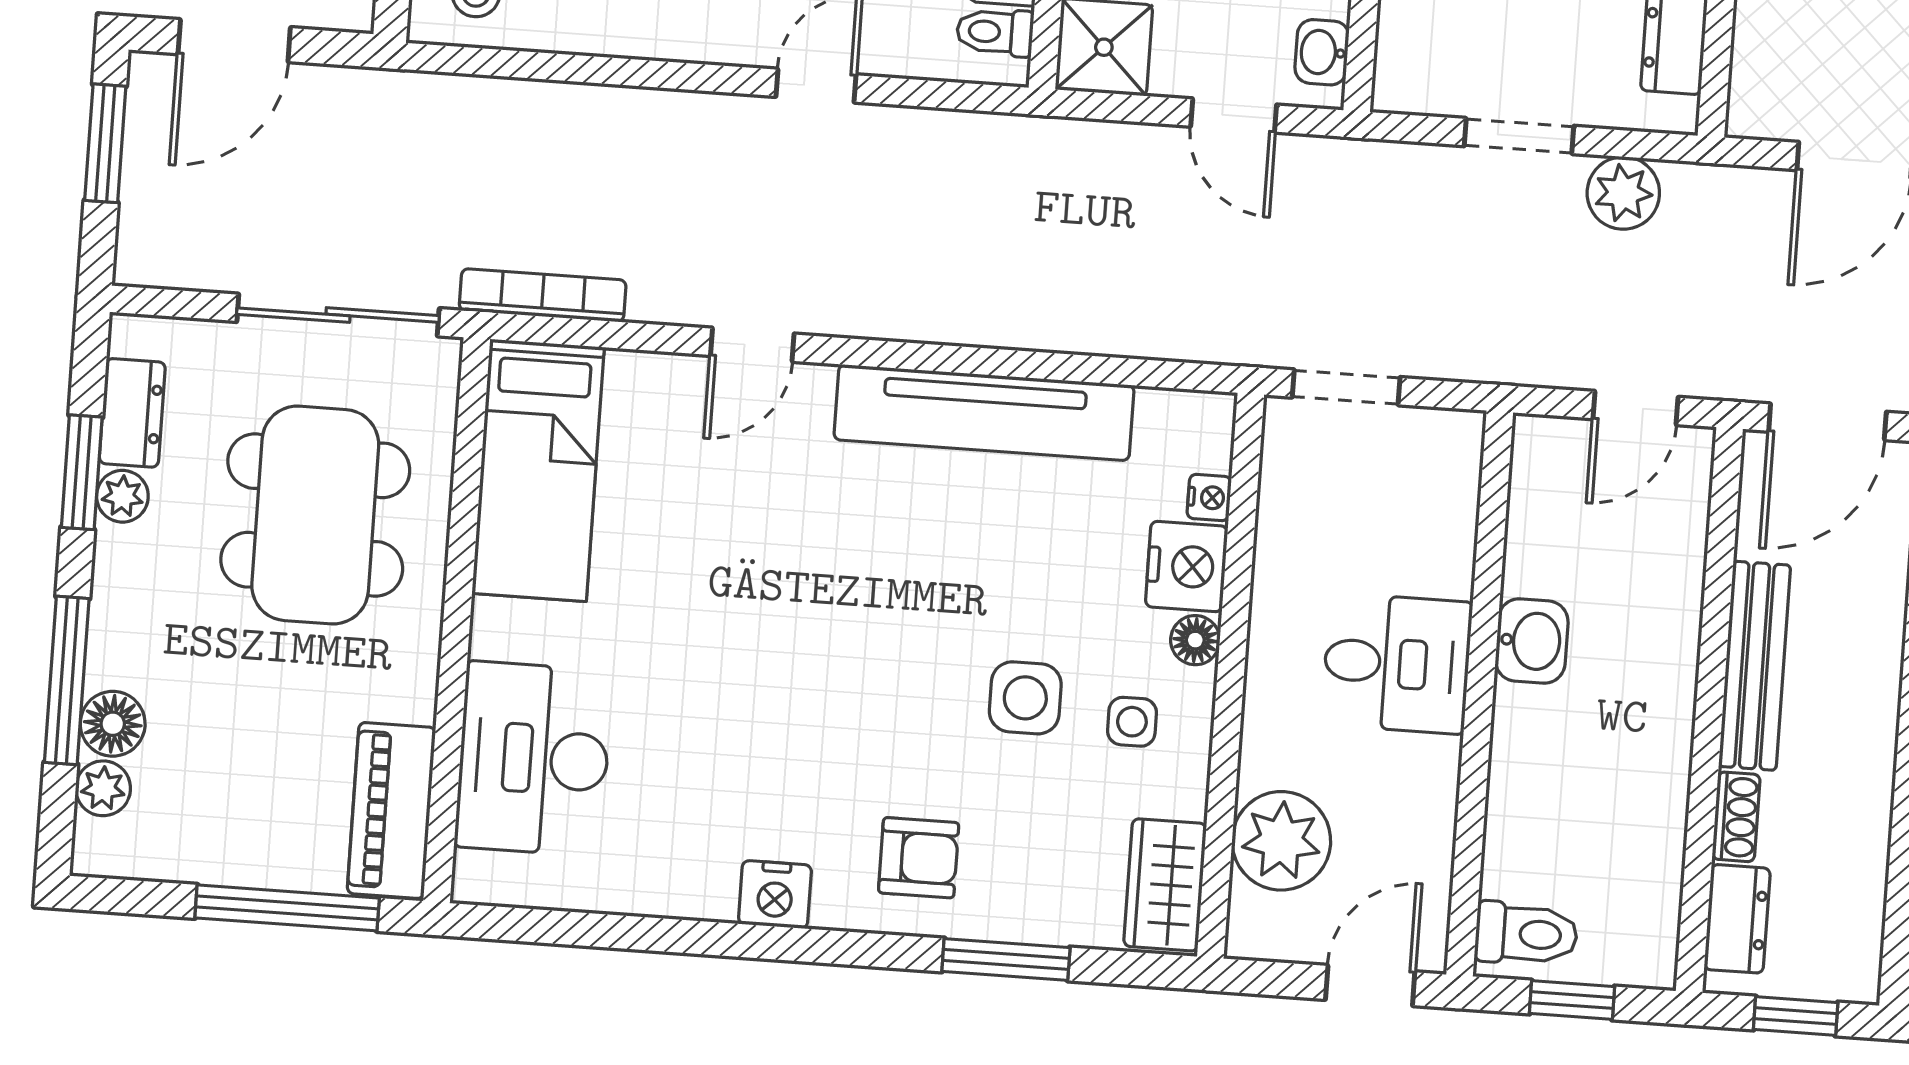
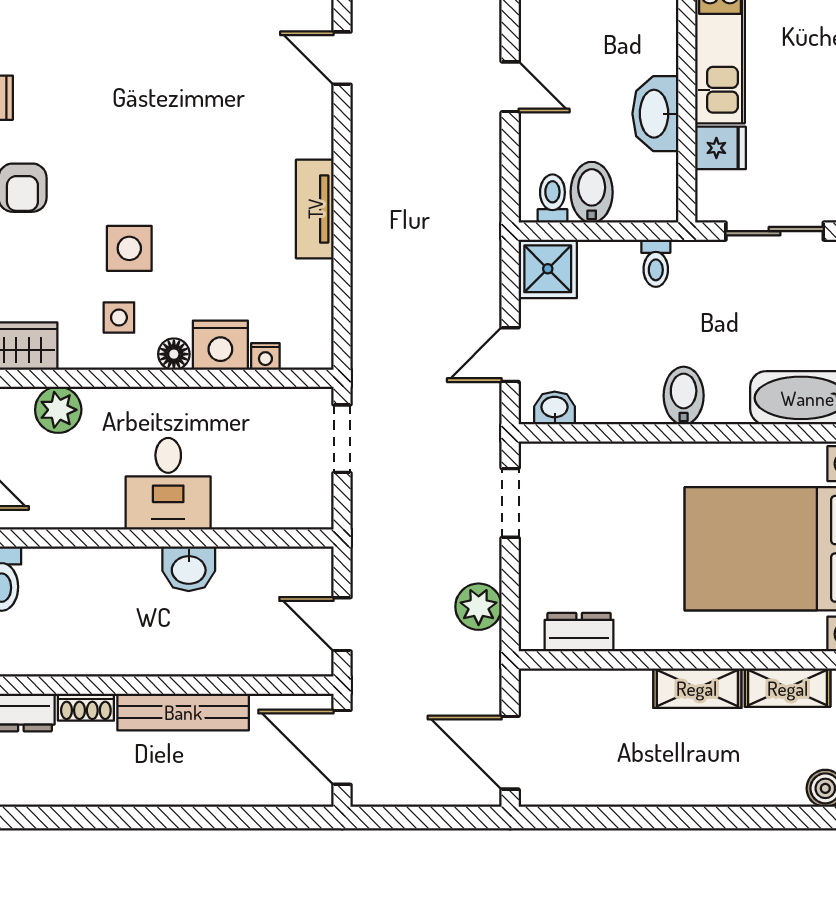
doorway: (1519, 136) -> (510, 503), moved
tv unit: (984, 412) -> (315, 209), width x0.52, depth x0.78
plant: (1281, 841) -> (58, 410), width x0.73, depth x0.73

